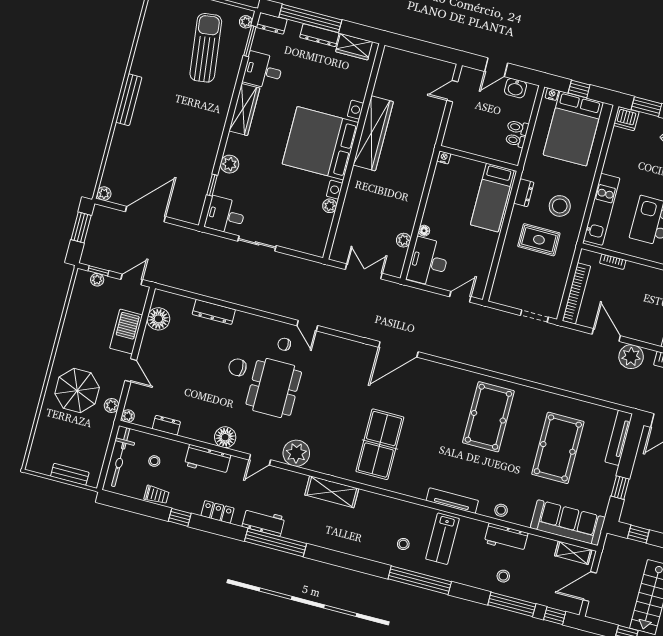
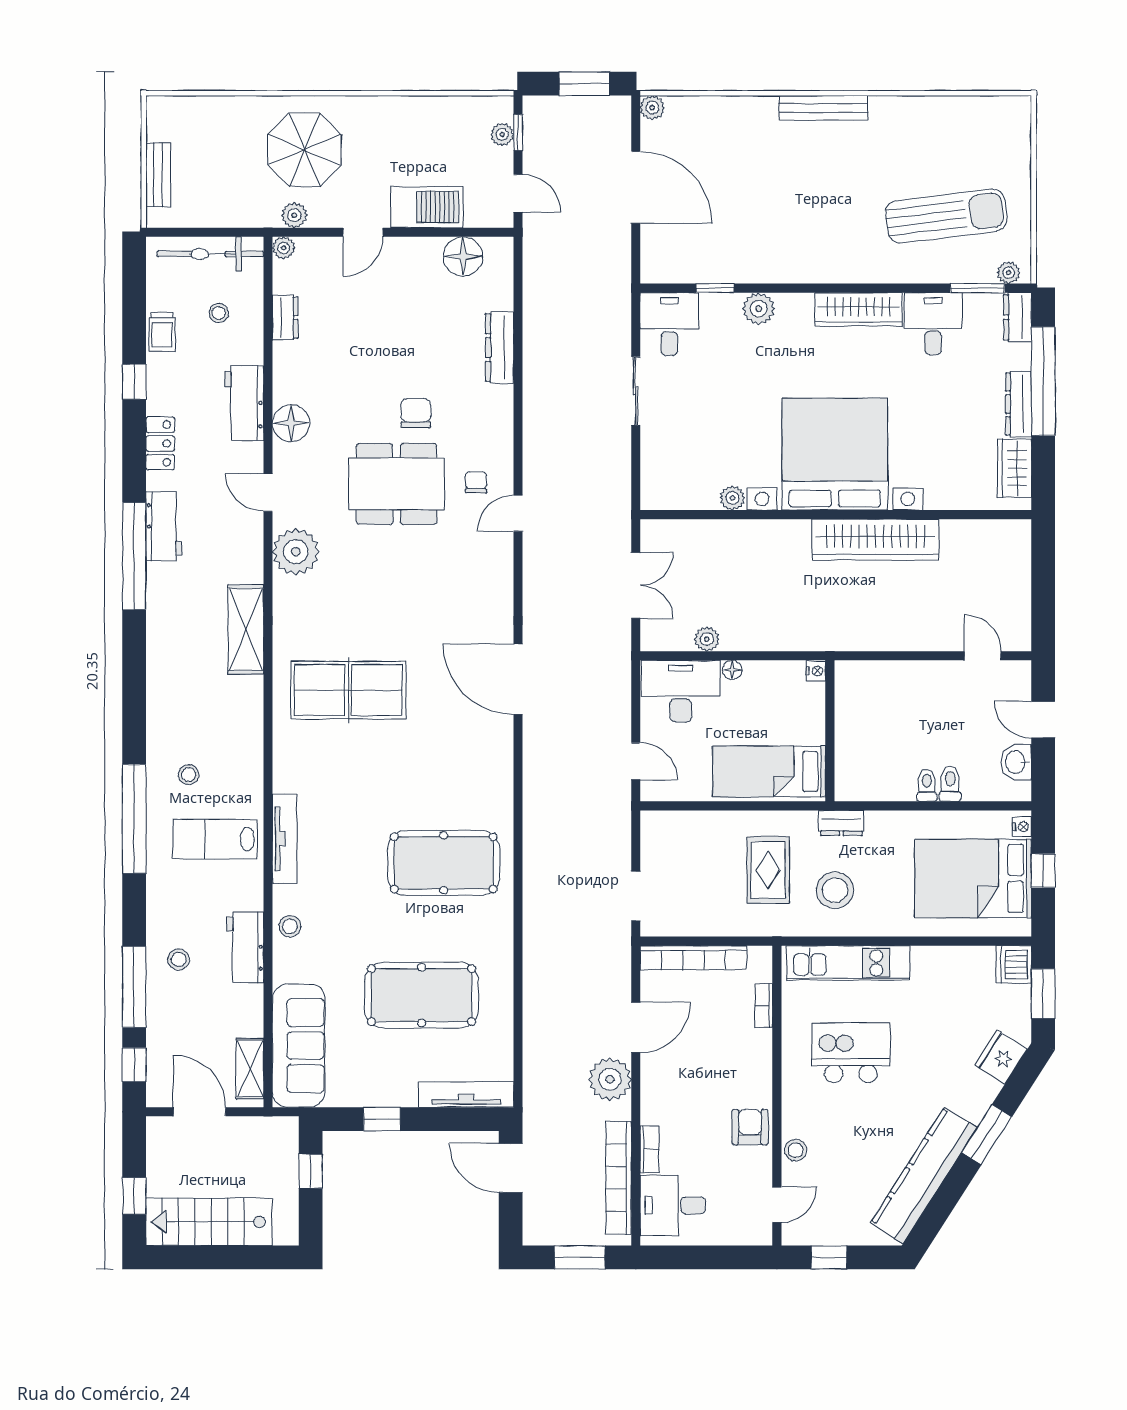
nightstand: (444, 157) -> (816, 671), moved
wall: (479, 158) -> (830, 731), moved
bed: (492, 198) -> (769, 771), moved

